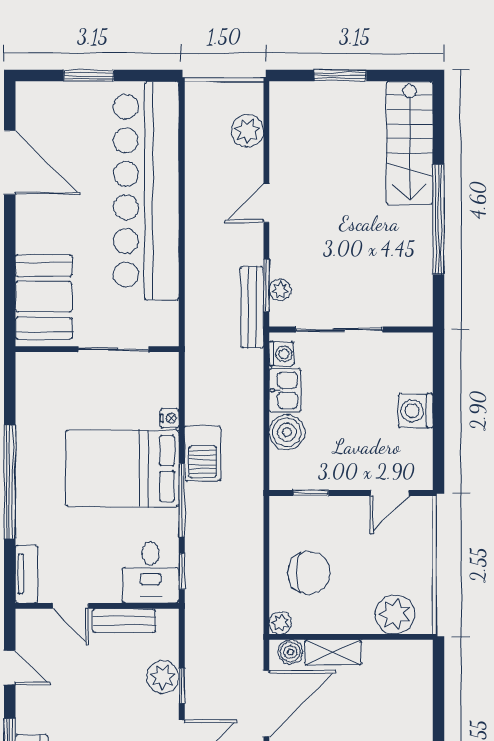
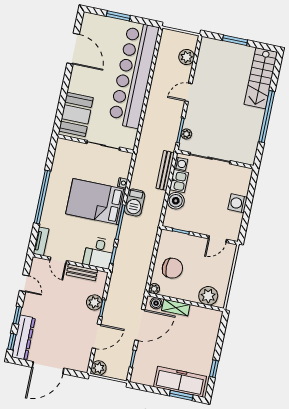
bench: (252, 307) -> (165, 170), moved

